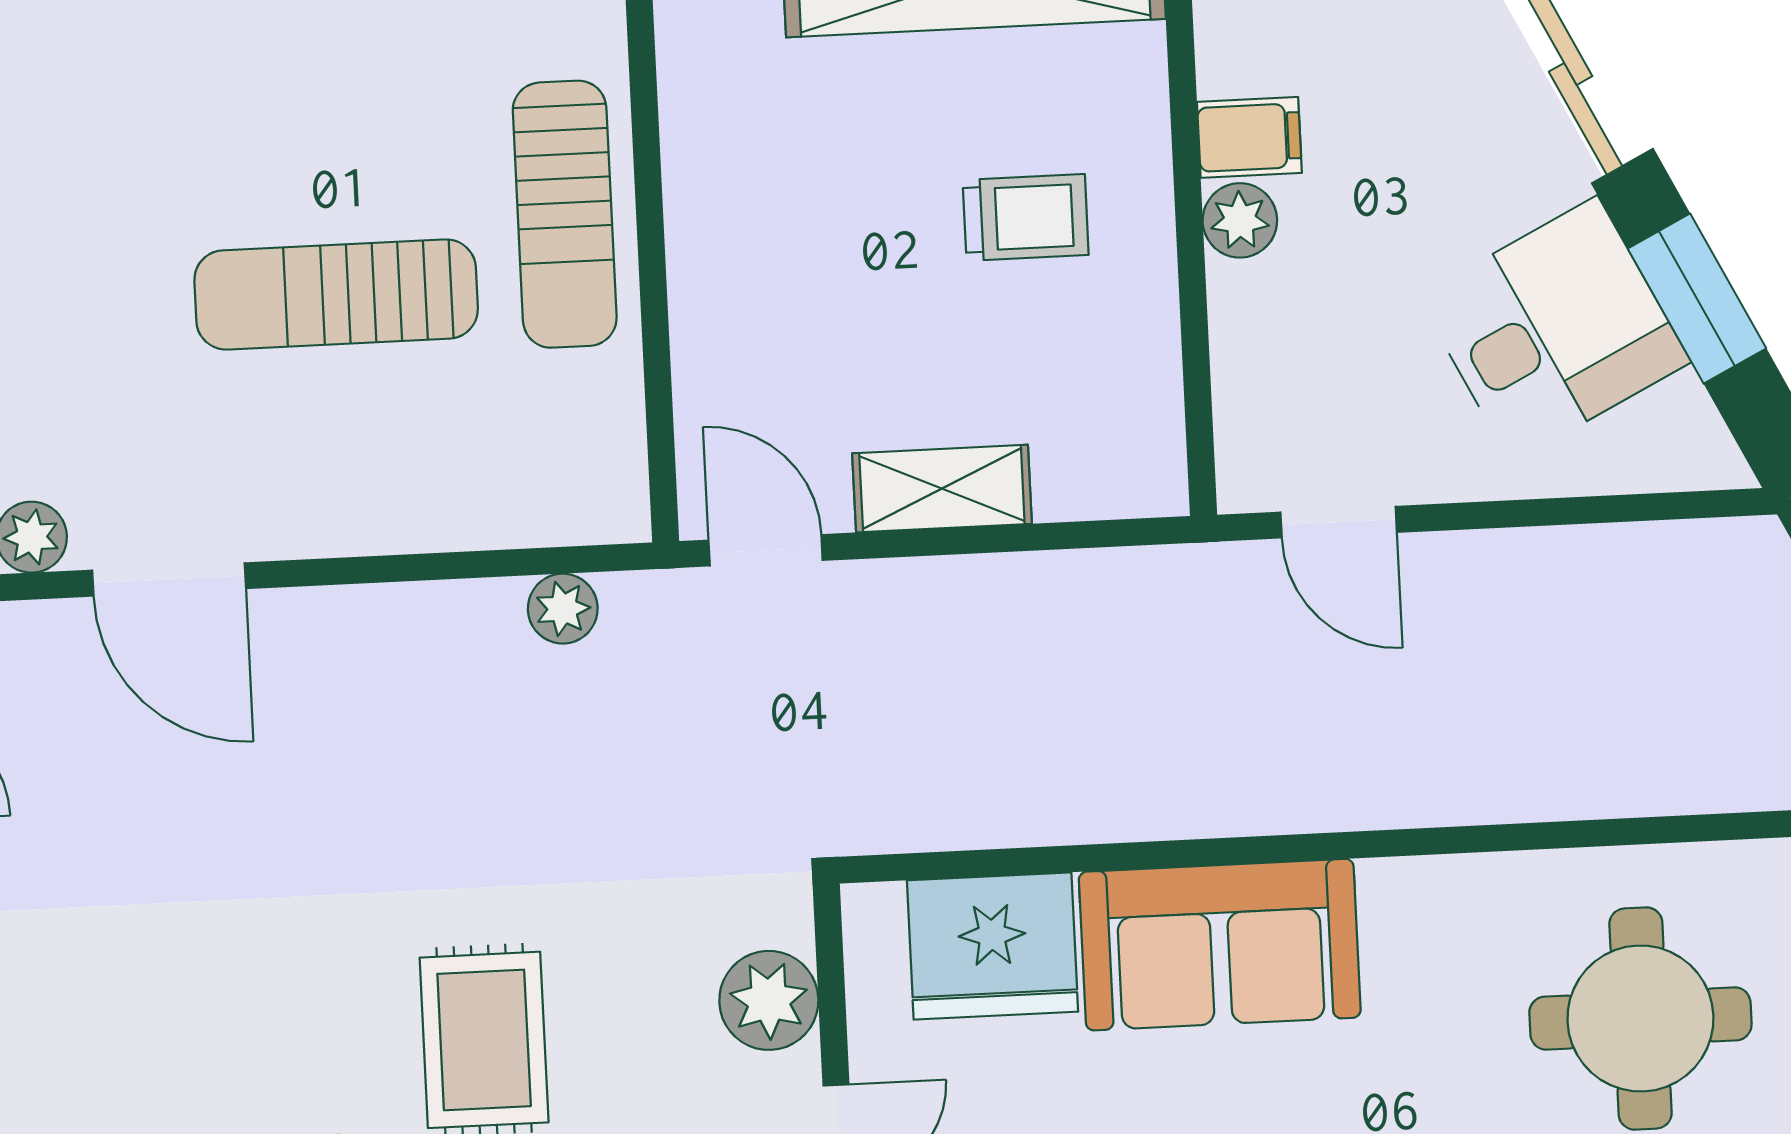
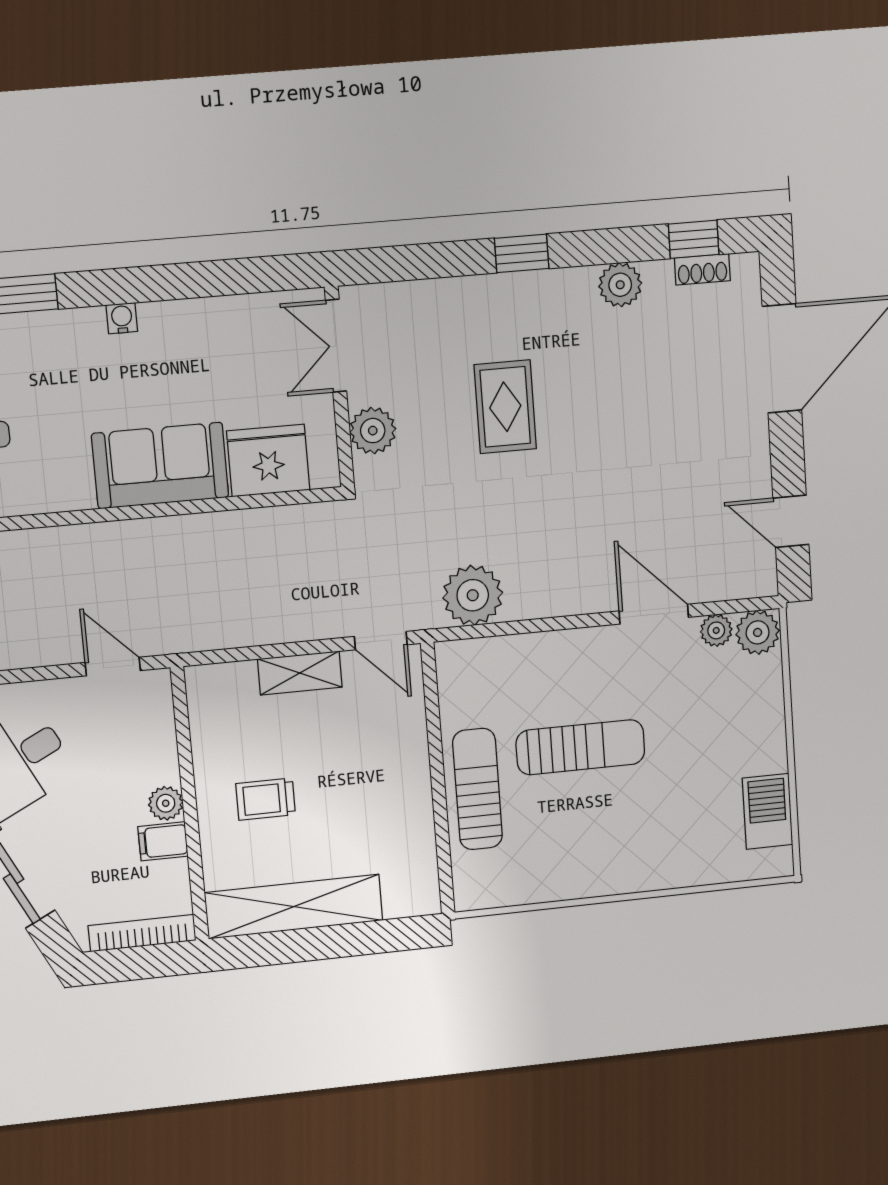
plant: (563, 609) -> (473, 595), width x1.88, depth x1.88

